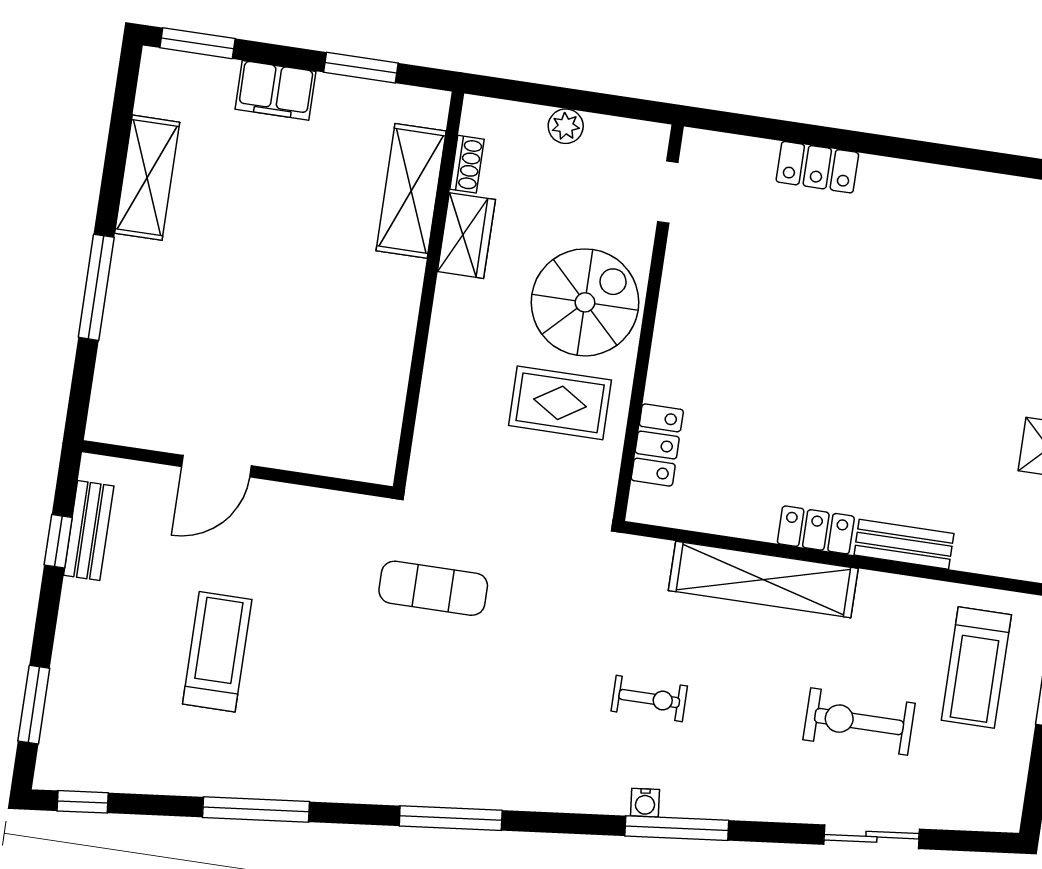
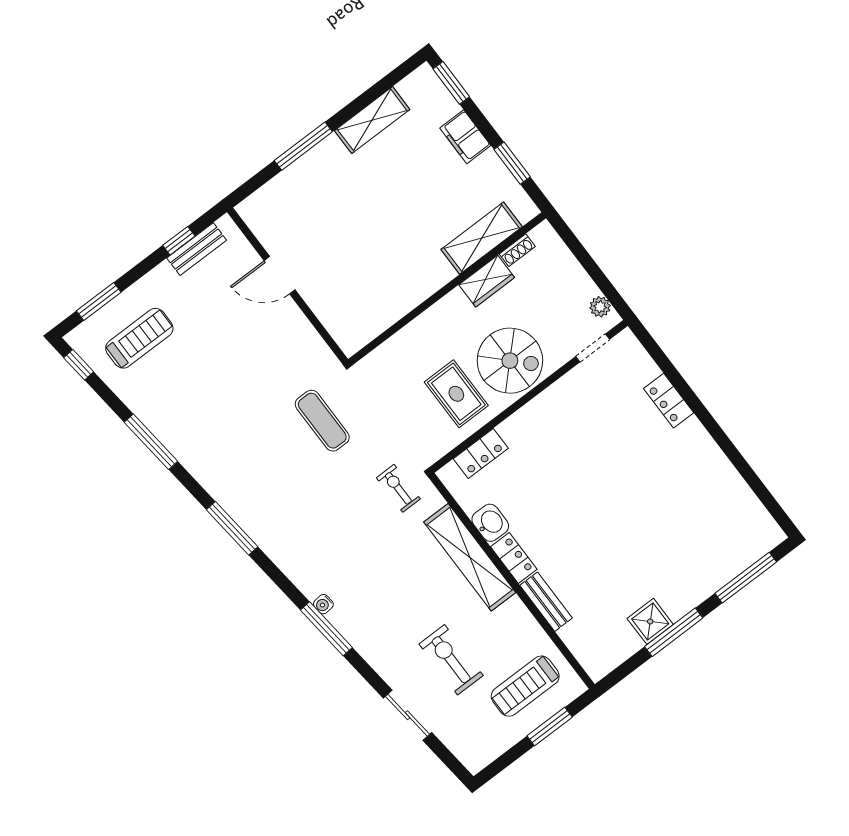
plant: (566, 126) -> (600, 307), moved
washbasin: (748, 516) -> (490, 523), added
treadmill: (217, 652) -> (139, 338), moved
exercise bike: (649, 699) -> (398, 488), moved, turned 180

